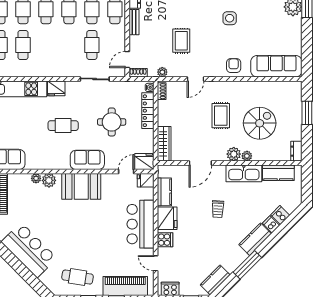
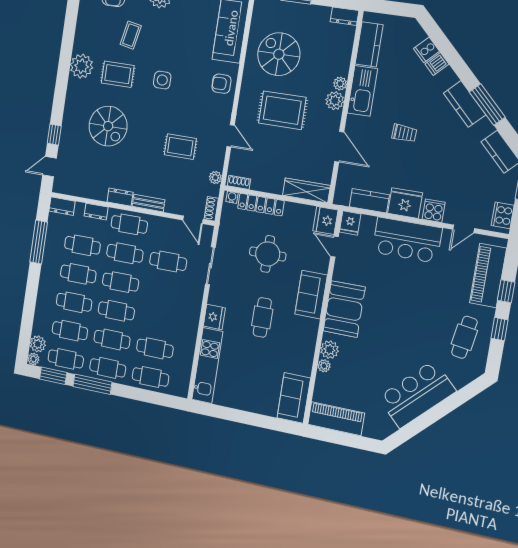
rug: (221, 116) -> (282, 110), width x1.36, depth x1.43
spiral stairs: (260, 123) -> (279, 54), moved
kitchen counter: (255, 239) -> (465, 104), moved

